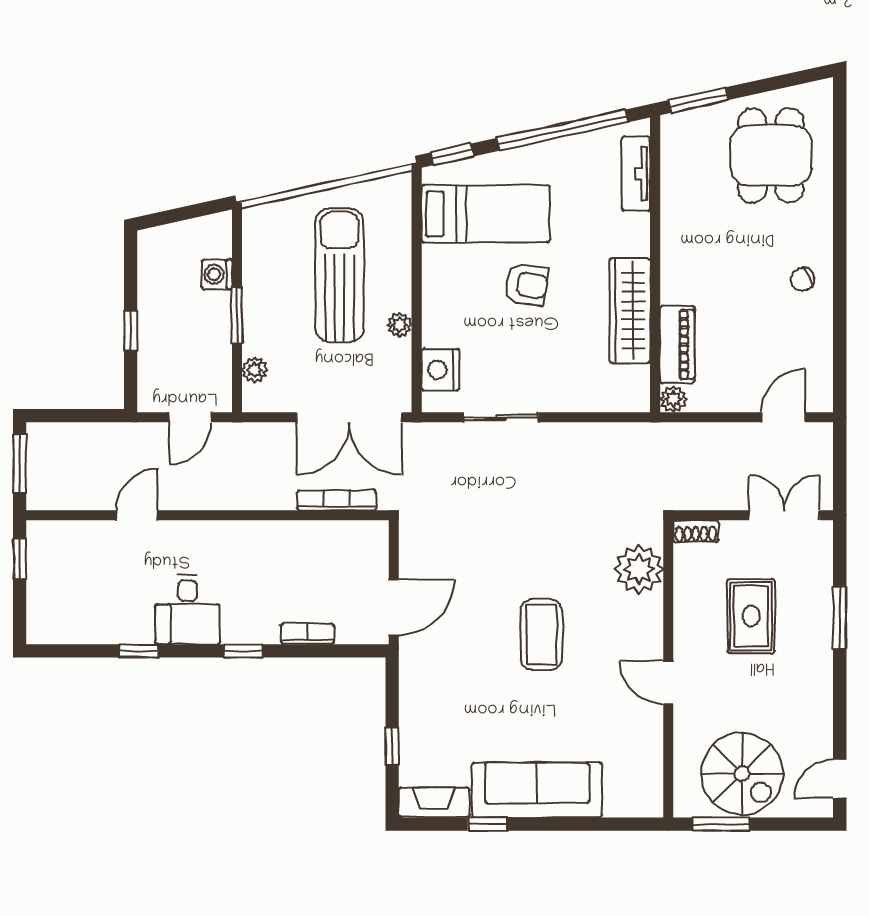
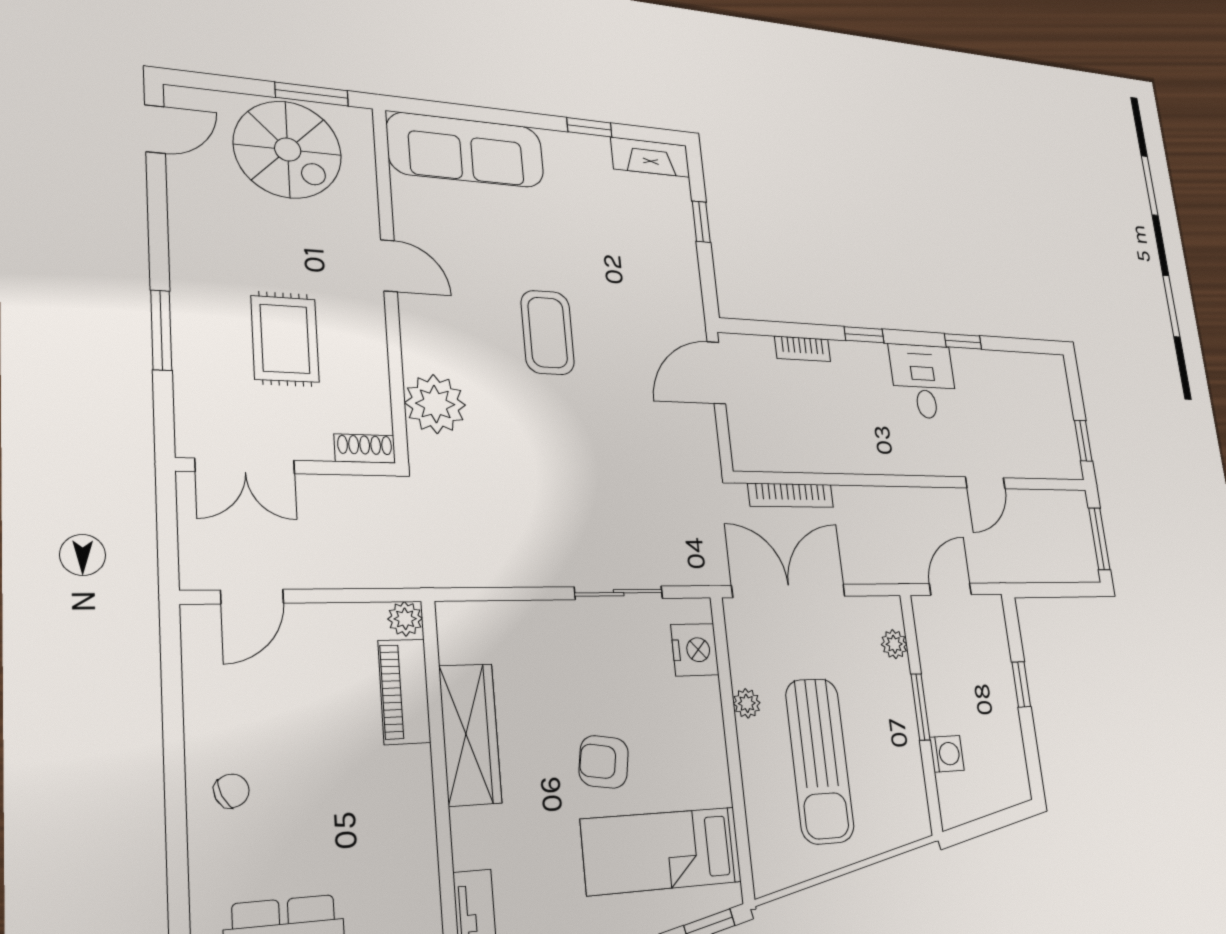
spiral stairs: (742, 774) -> (288, 150), turned 180
sofa: (537, 790) -> (466, 150), moved

